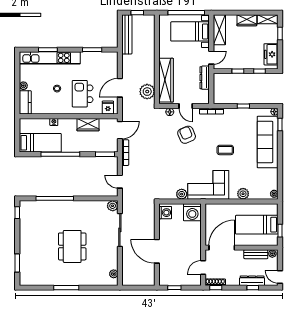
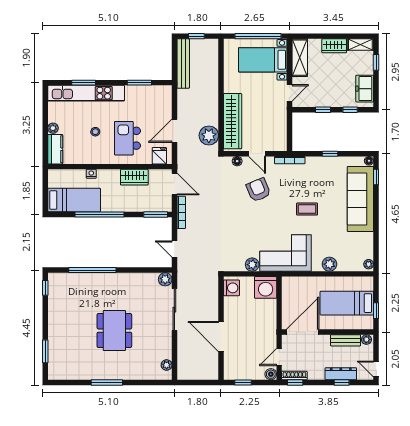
dresser: (205, 78) -> (281, 118), removed
door: (120, 130) -> (174, 184), hinge flipped
boiler: (196, 281) -> (271, 374), added

